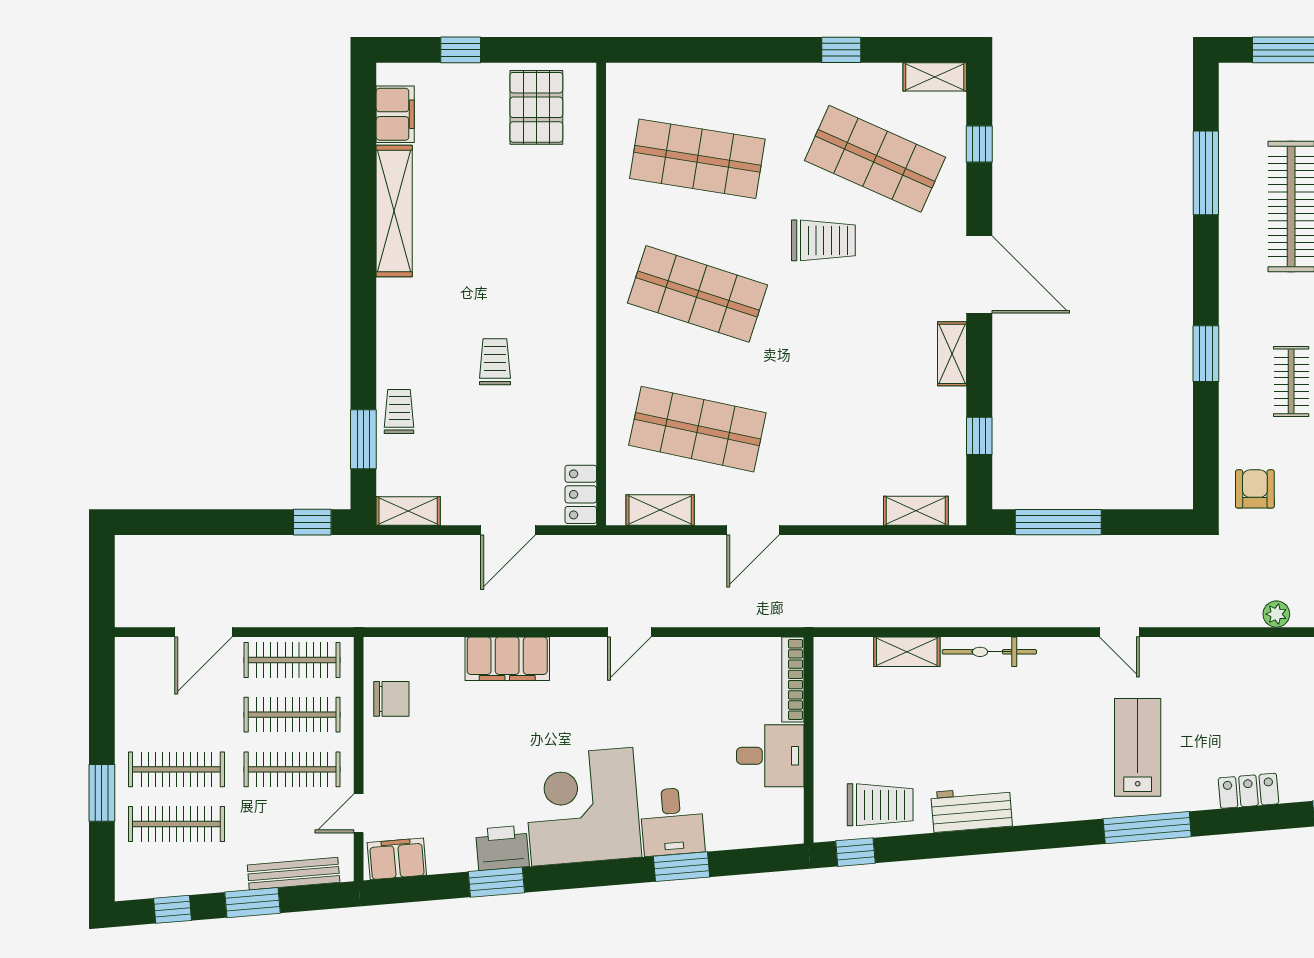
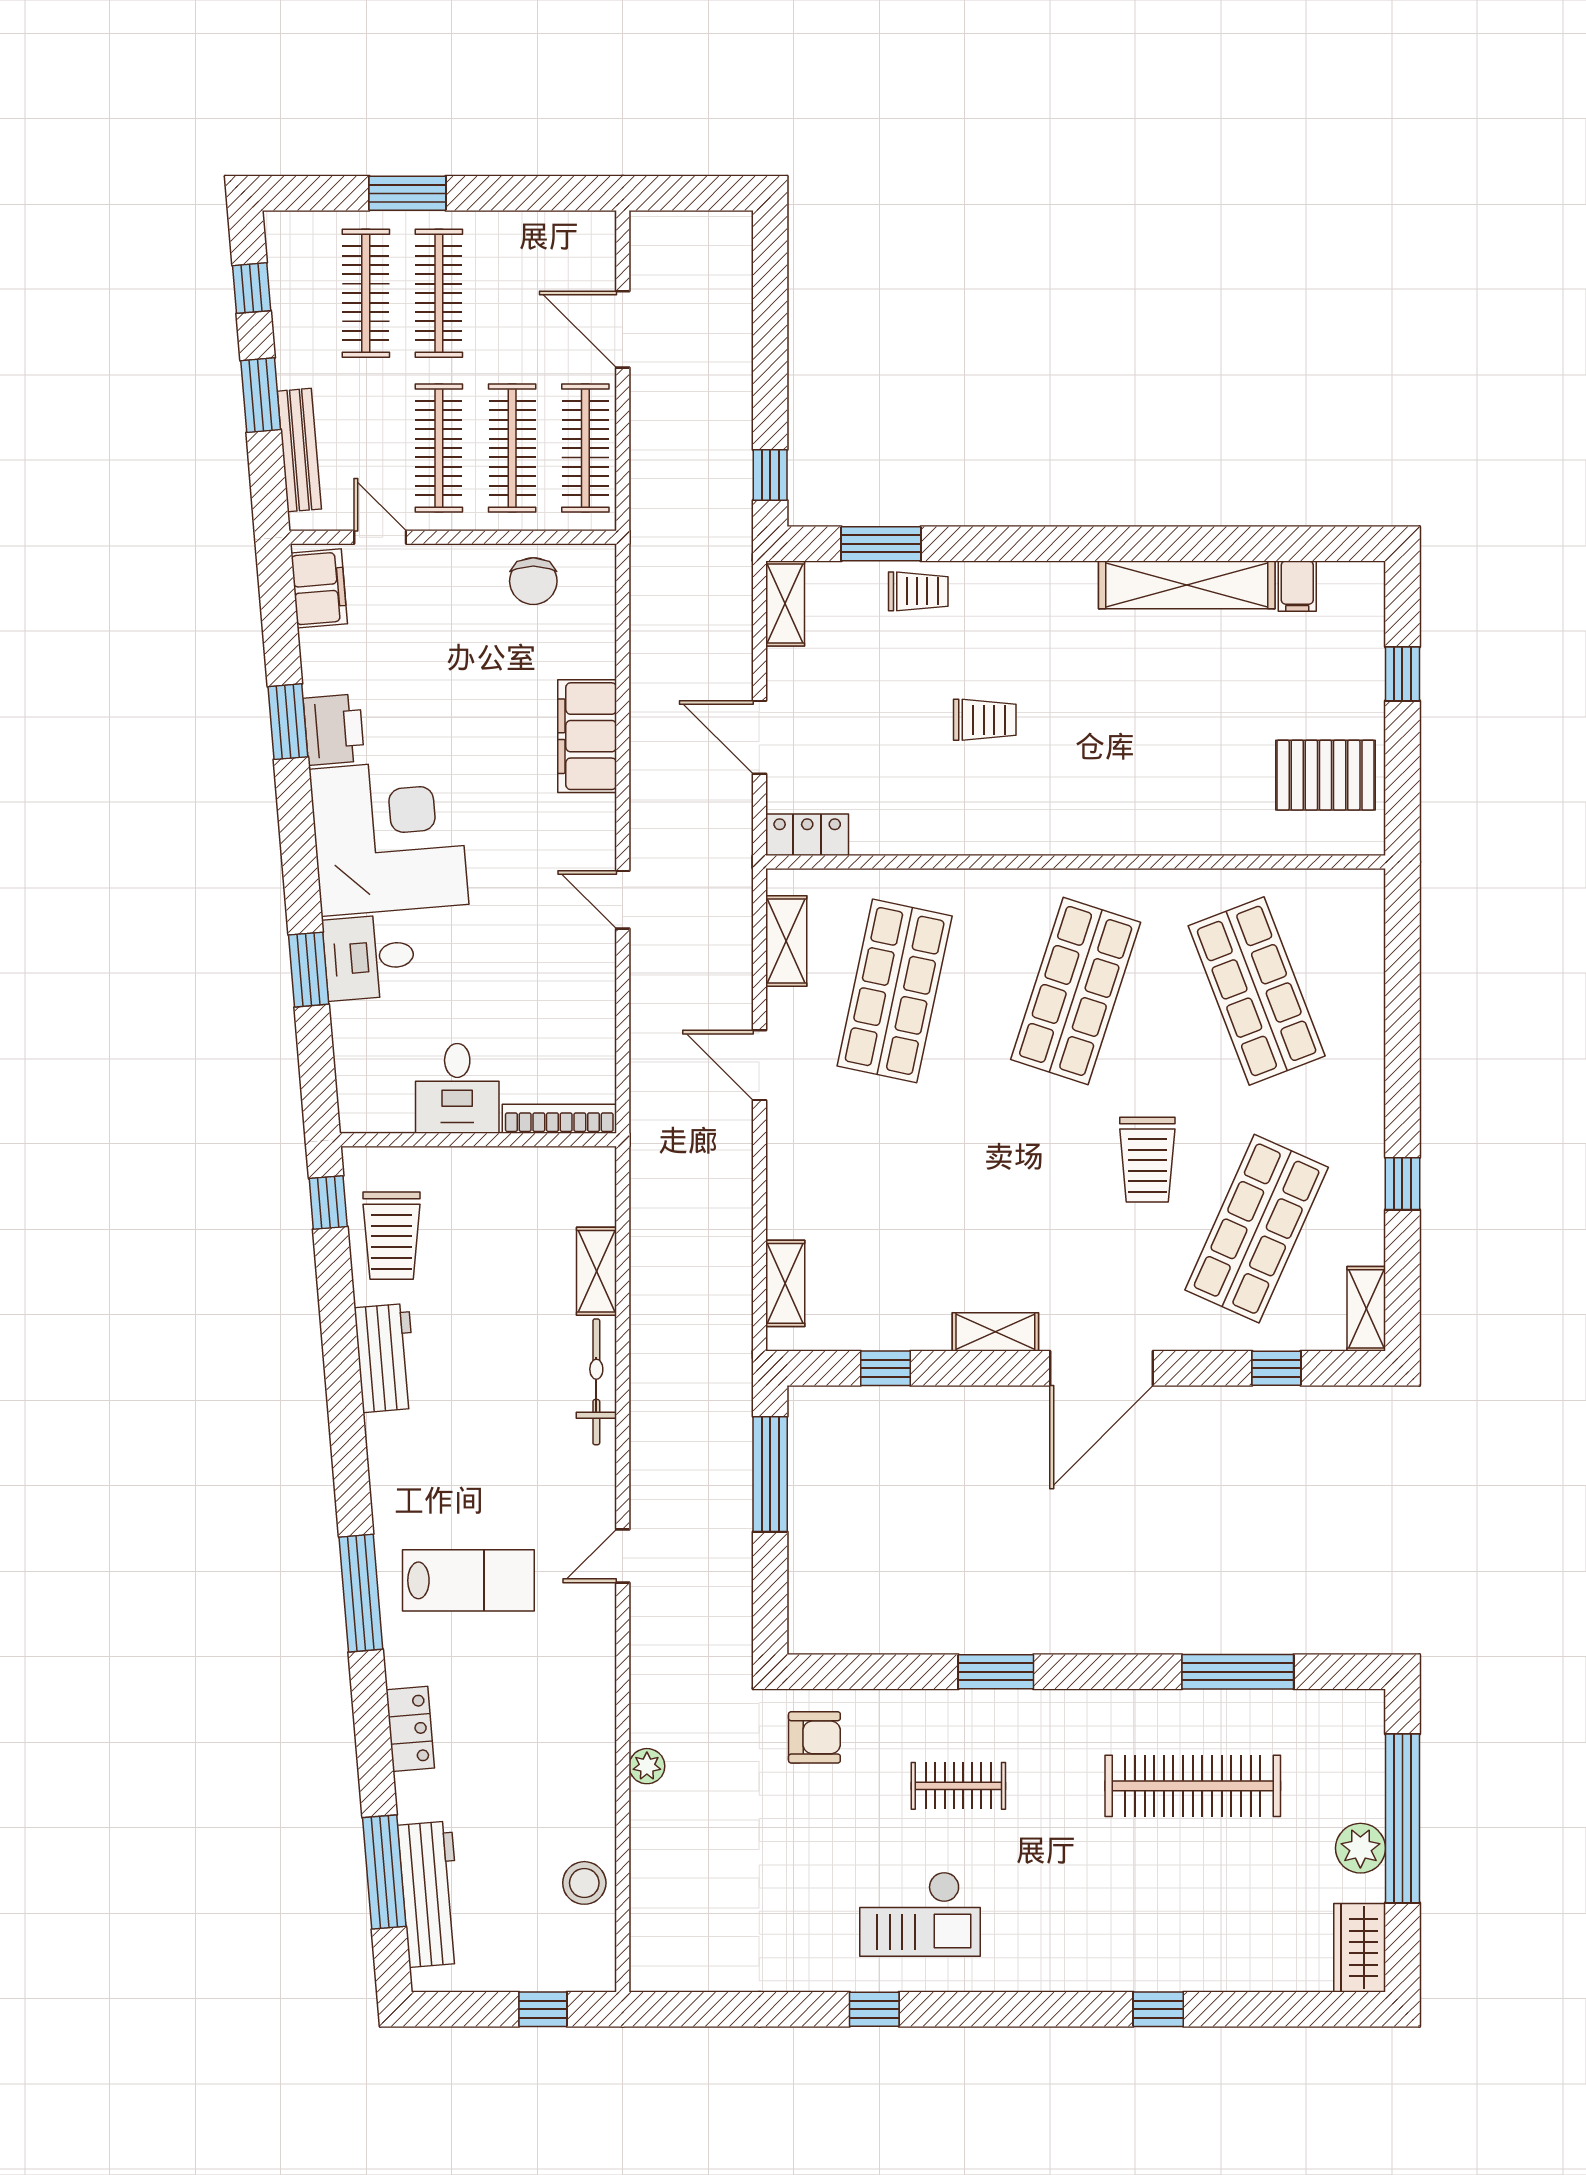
filing cabinet: (395, 114) -> (1297, 586), width x0.50
shop shelf: (697, 159) -> (1257, 991), turned -30

